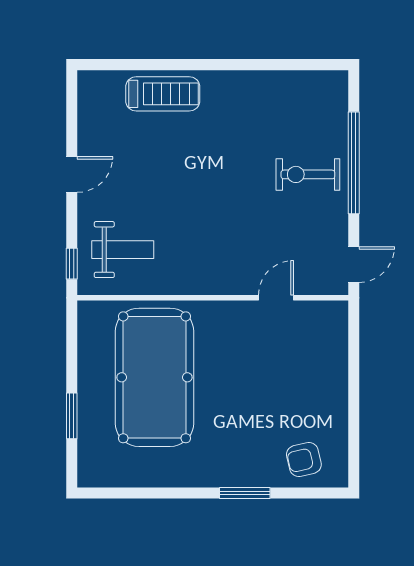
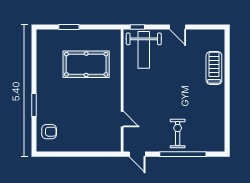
treadmill: (163, 94) -> (214, 68), turned 180
weight bench: (123, 250) -> (144, 50), width x1.36, depth x1.33
pool table: (154, 377) -> (86, 64), width x0.73, depth x0.76
armchair: (304, 460) -> (49, 132), turned 103

